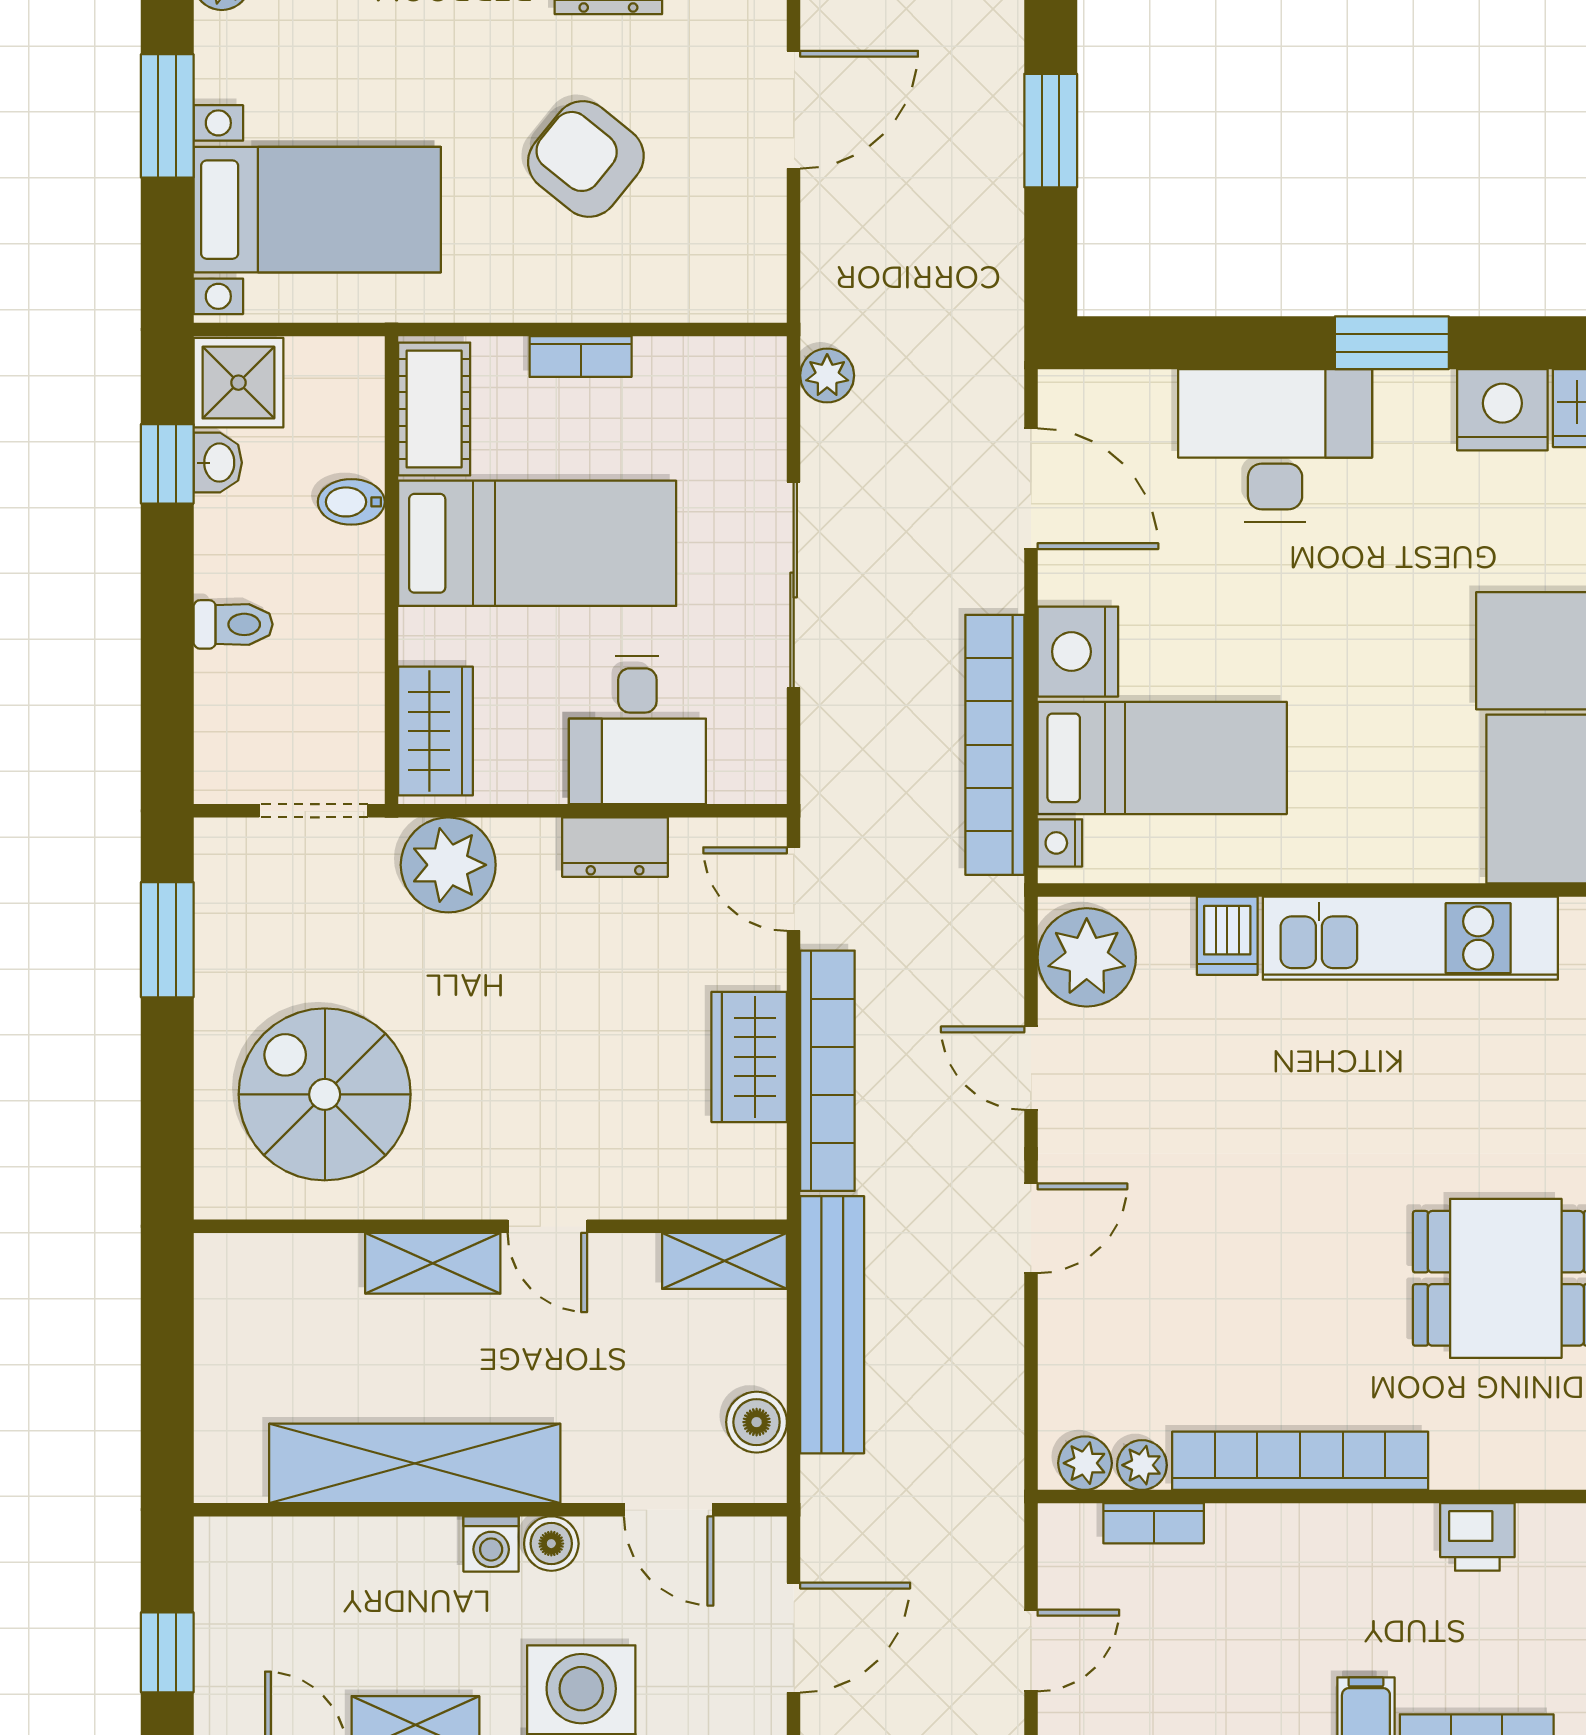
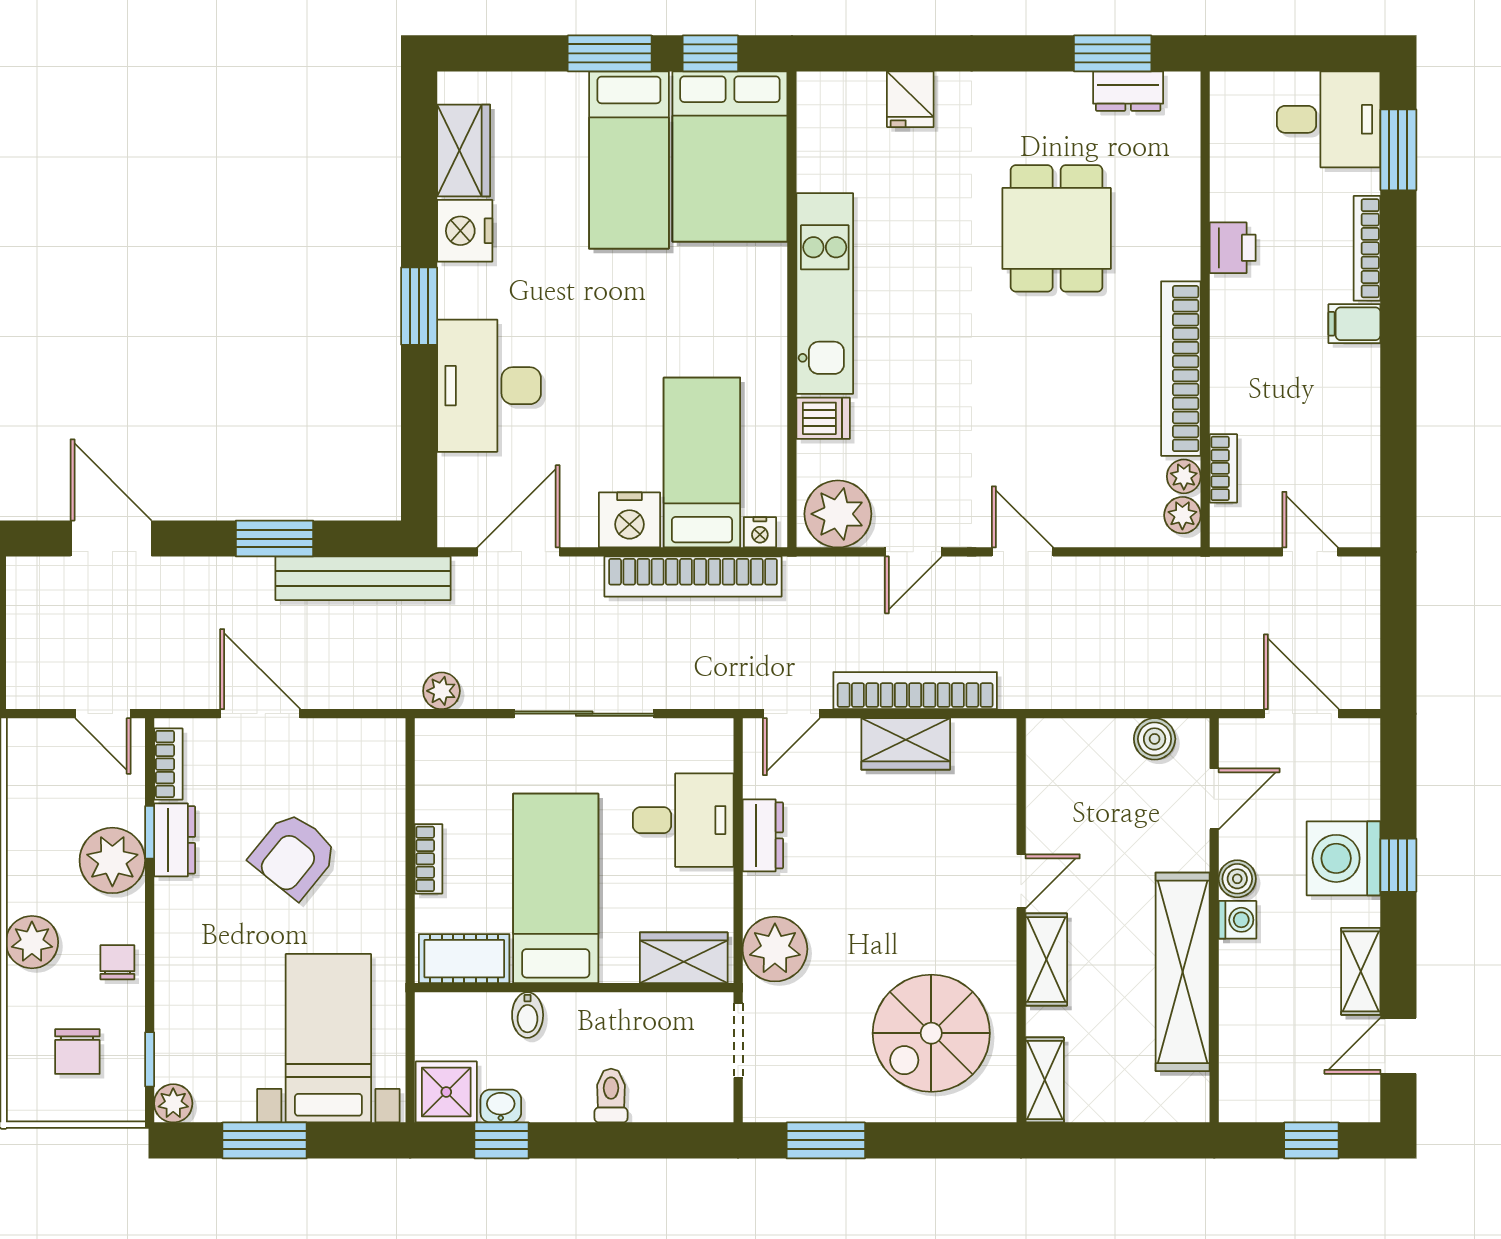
shelving: (725, 1261) -> (1045, 1080), moved
bench: (832, 1325) -> (363, 578), moved

